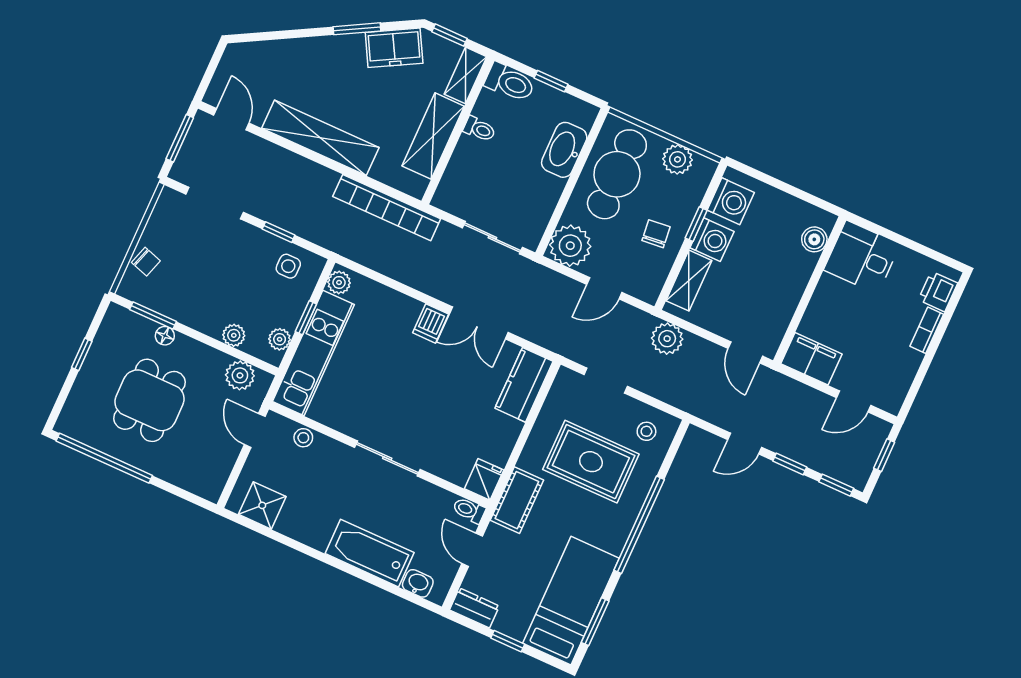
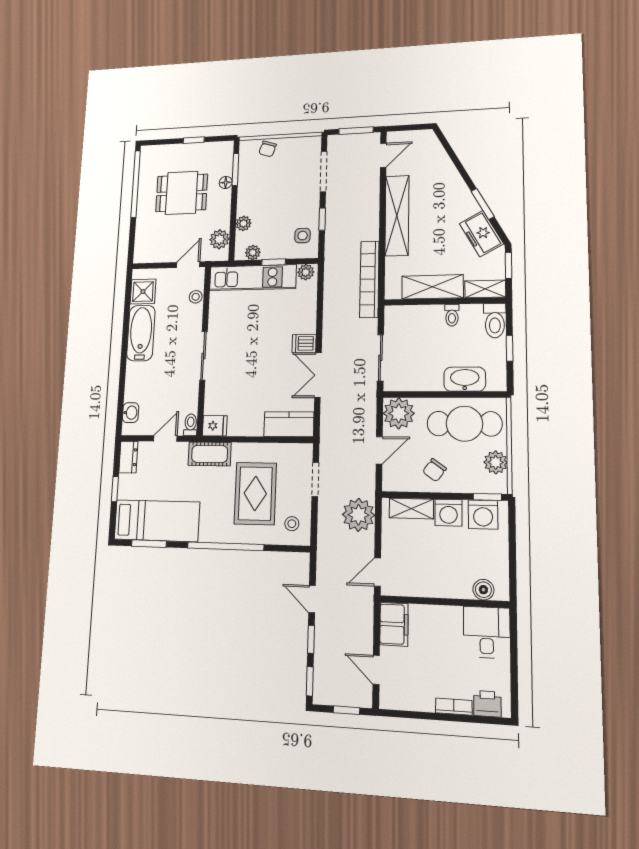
window: (696, 224) -> (487, 497), moved
chair: (656, 234) -> (434, 470), turned 132
door: (604, 288) -> (379, 450), swing flipped
plant: (667, 339) -> (358, 515), width x1.36, depth x1.36
bathtub: (370, 553) -> (141, 333), moved

